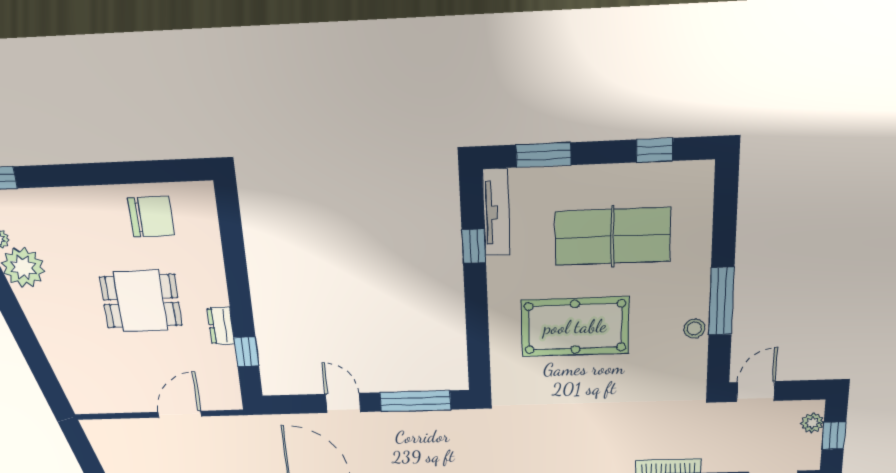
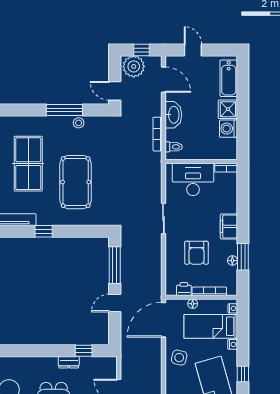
window: (474, 246) -> (44, 231), moved
plant: (812, 423) -> (134, 66), width x1.88, depth x1.88

